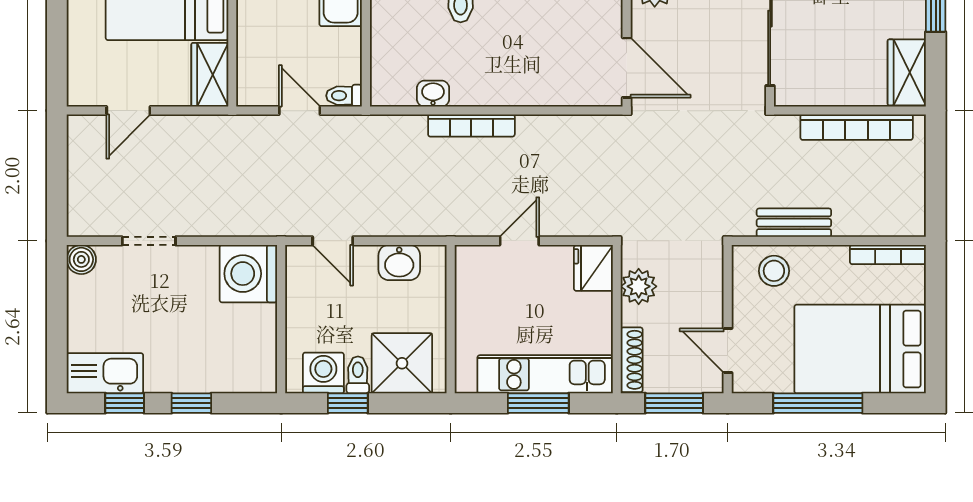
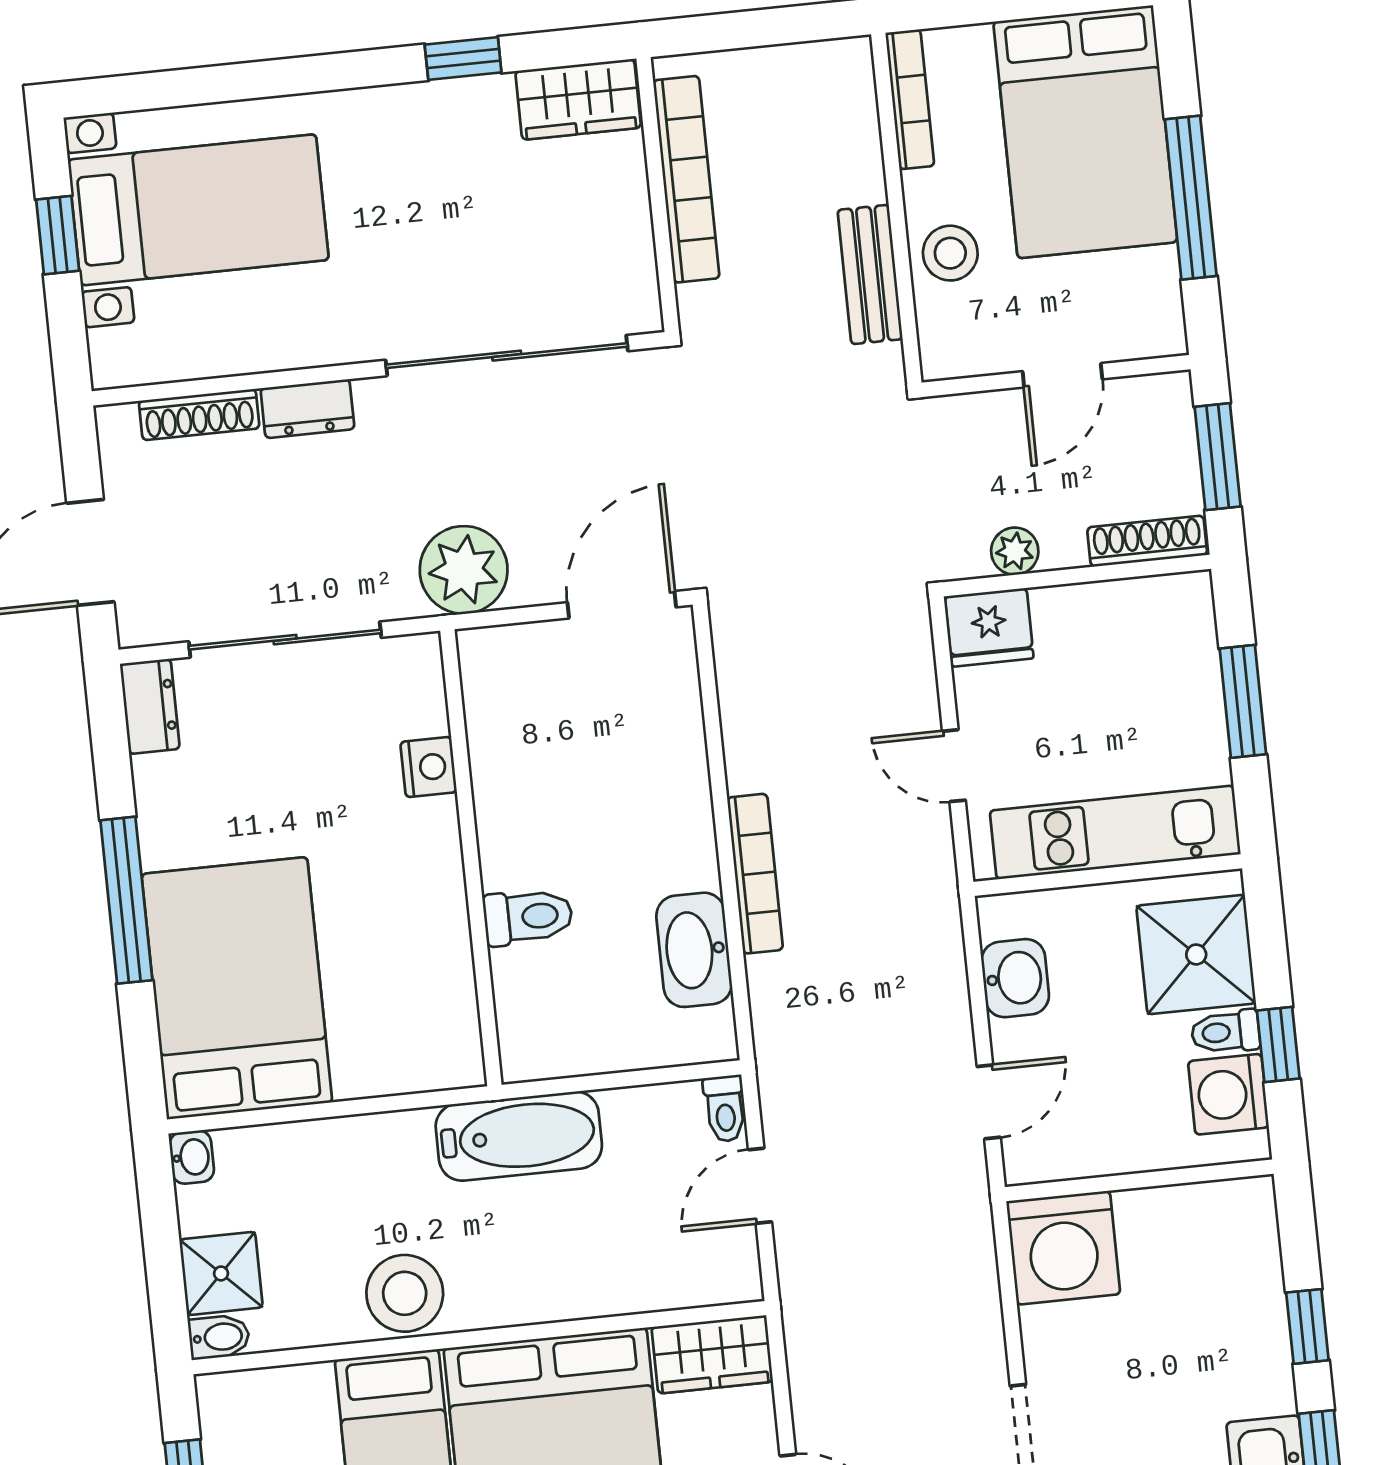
washbasin: (433, 94) -> (694, 950), width x1.91, depth x1.45
stool: (774, 271) -> (950, 253), moved
plant: (639, 286) -> (1015, 551), width x0.73, depth x0.73
door: (728, 351) -> (1062, 375), moved
kitchen unit: (545, 374) -> (1115, 832), moved, turned 90

